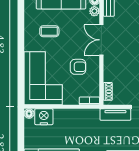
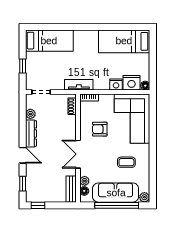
double door: (101, 40) -> (78, 154), swing flipped
nightstand: (60, 115) -> (116, 84), added
tv unit: (115, 115) -> (79, 85), moved

